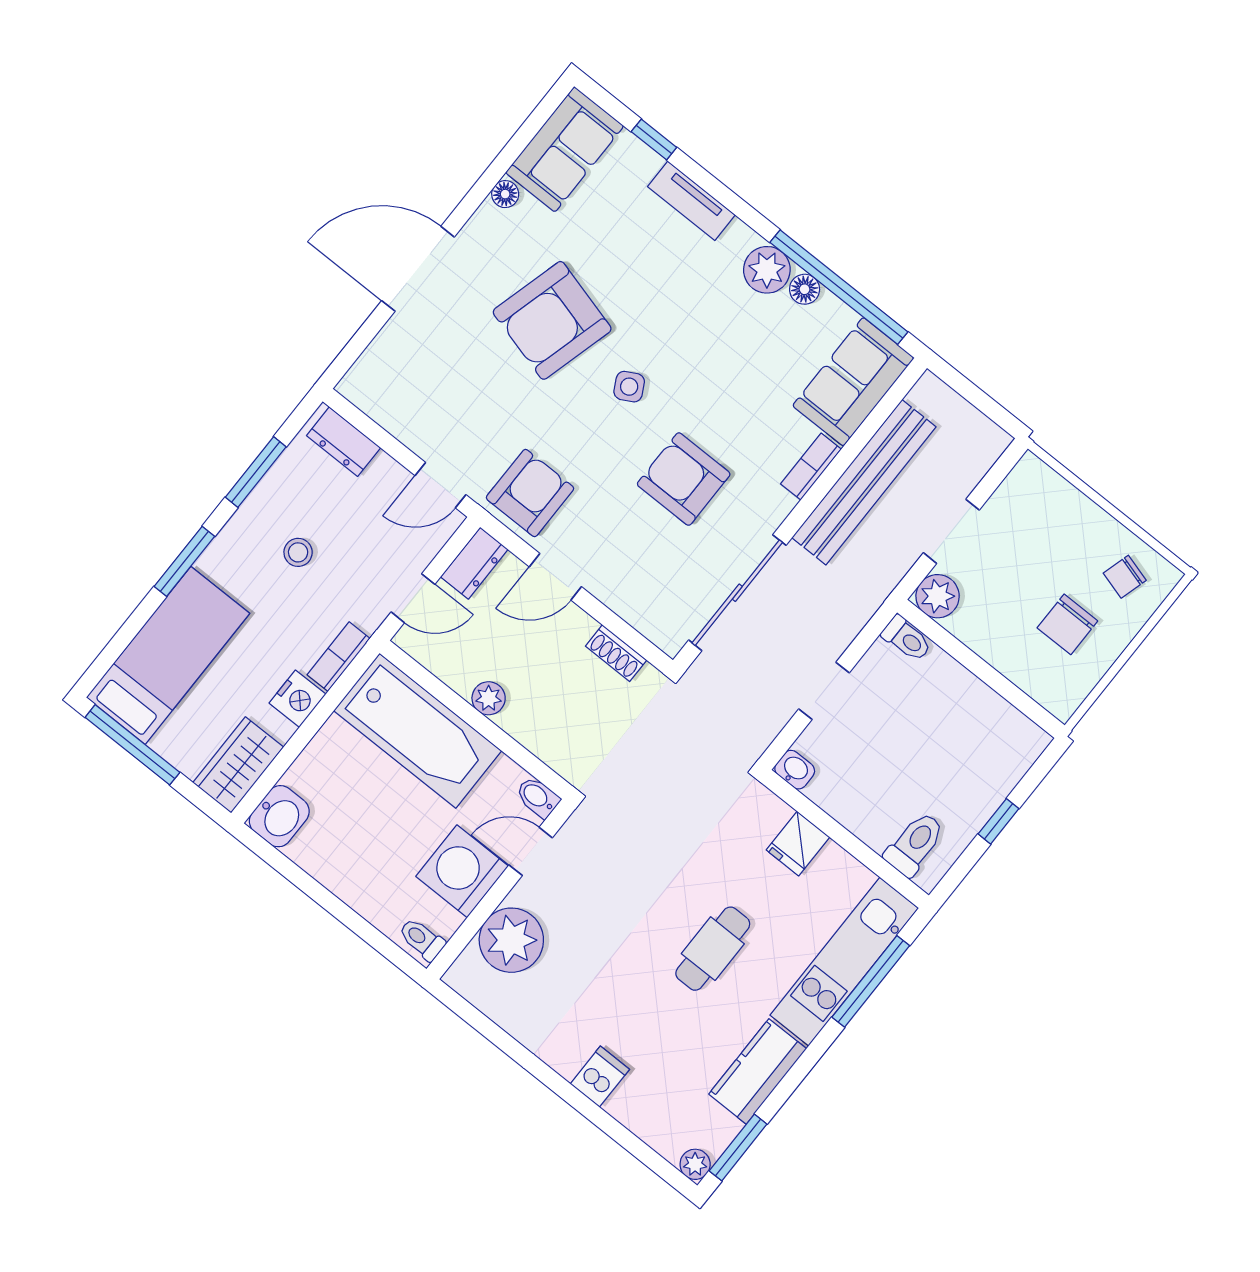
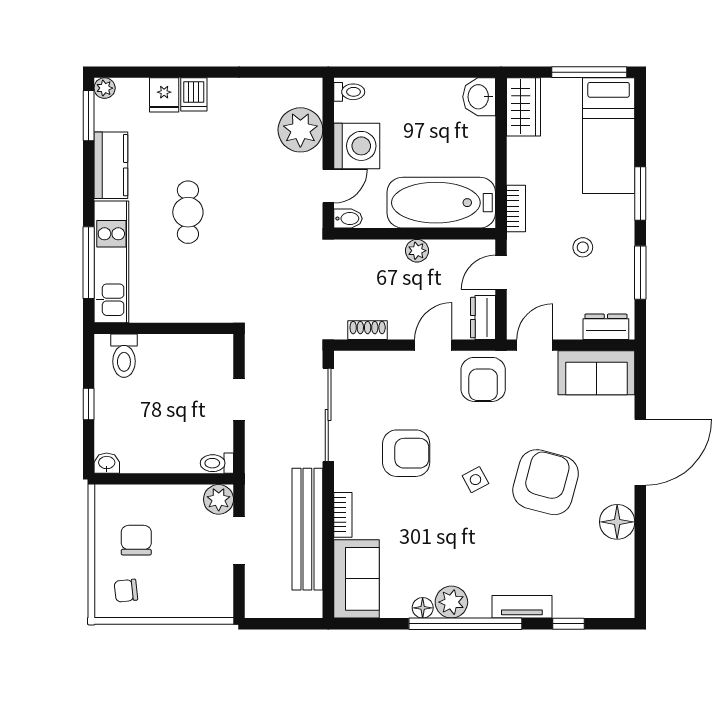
sofa: (565, 149) -> (596, 373), moved, turned -90
floor lamp: (505, 194) -> (617, 522), width x1.89, depth x1.89
window: (839, 287) -> (465, 624), moved
chair: (1125, 577) -> (126, 591), turned -112
nightstand: (297, 699) -> (520, 168), removed
washbasin: (795, 770) -> (107, 463), moved, turned 180
fridge: (798, 844) -> (164, 95), moved, turned 180

